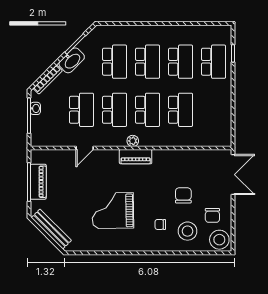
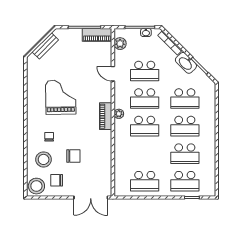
school desk: (181, 110) -> (145, 181), moved
plant: (49, 139) -> (120, 44), added
piano: (38, 182) -> (97, 35), moved
bench: (51, 229) -> (45, 46), width x0.73

